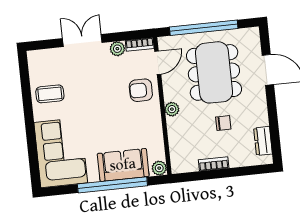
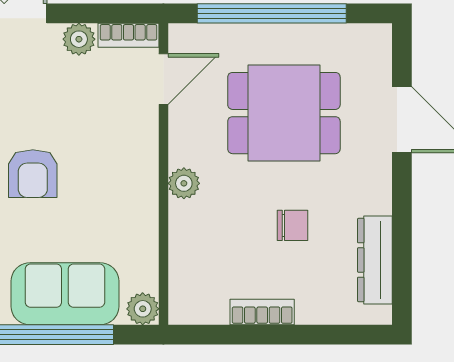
dining table: (214, 72) -> (284, 113), width x0.73
armchair: (141, 90) -> (33, 174), moved, turned -90
dresser: (263, 141) -> (375, 260), width x1.44

